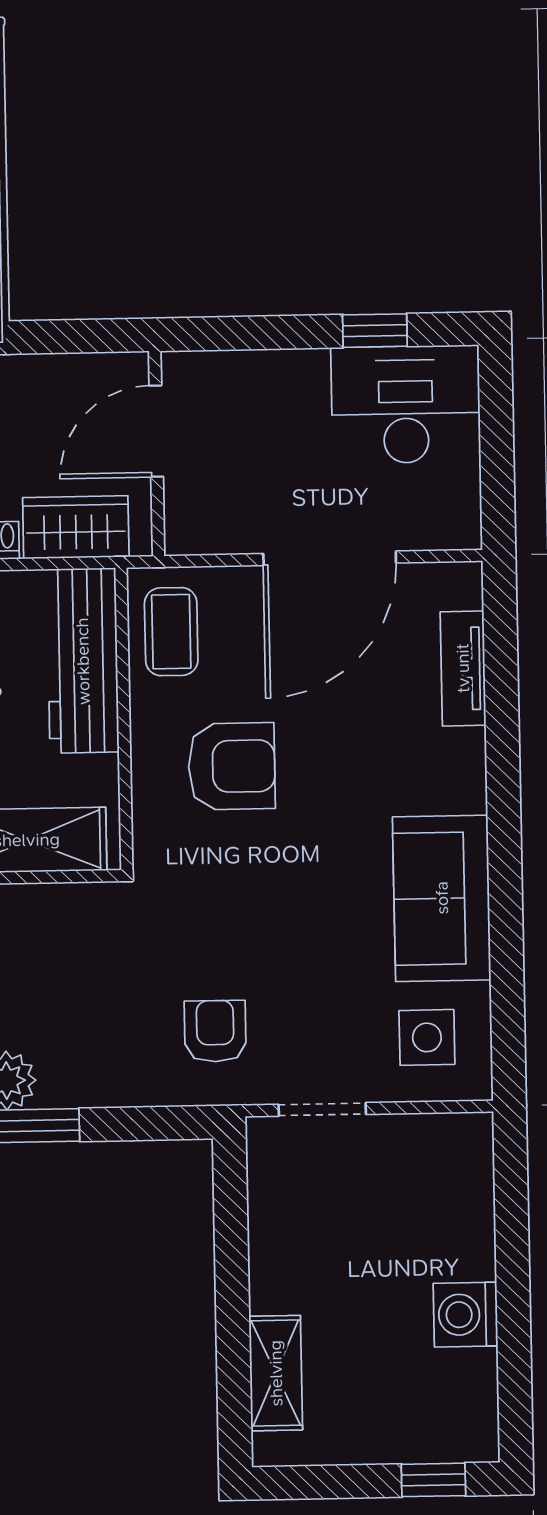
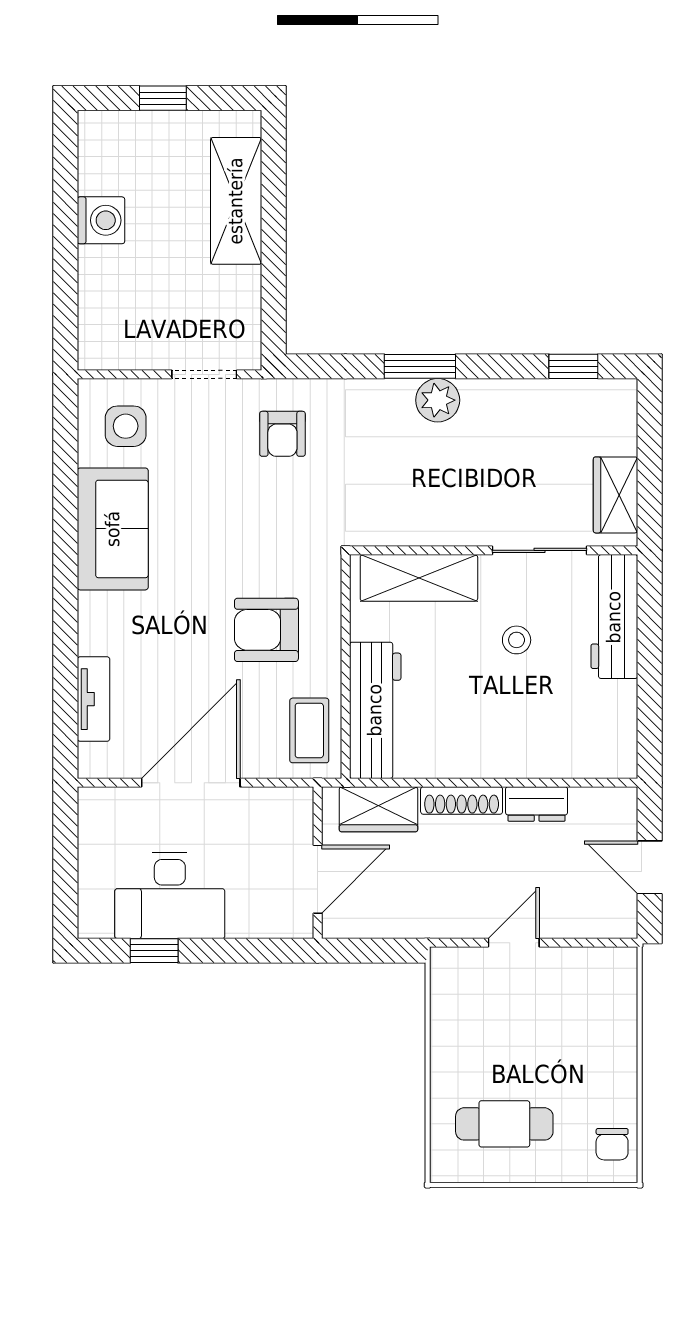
desk: (406, 404) -> (170, 896), moved
shelving: (276, 1373) -> (236, 201), width x1.50, depth x1.33
window: (433, 1480) -> (163, 98), moved

